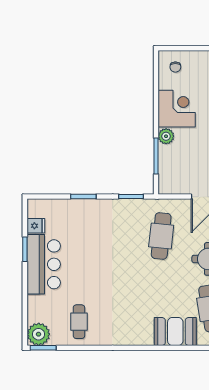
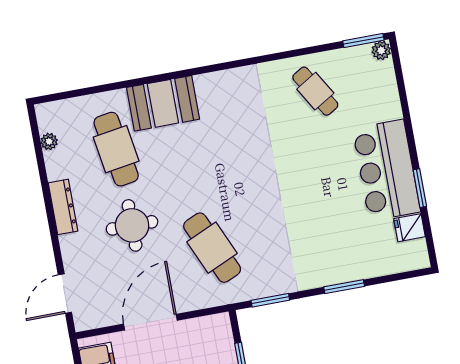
cafe table: (161, 236) -> (212, 248), turned -30
cafe table: (79, 322) -> (315, 91), turned -31
plant: (39, 334) -> (381, 50), width x0.53, depth x0.53

